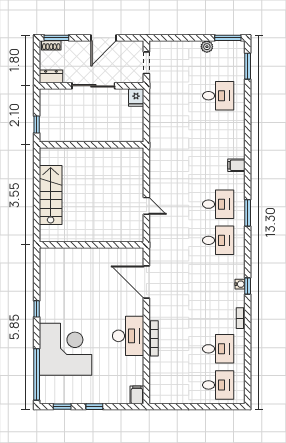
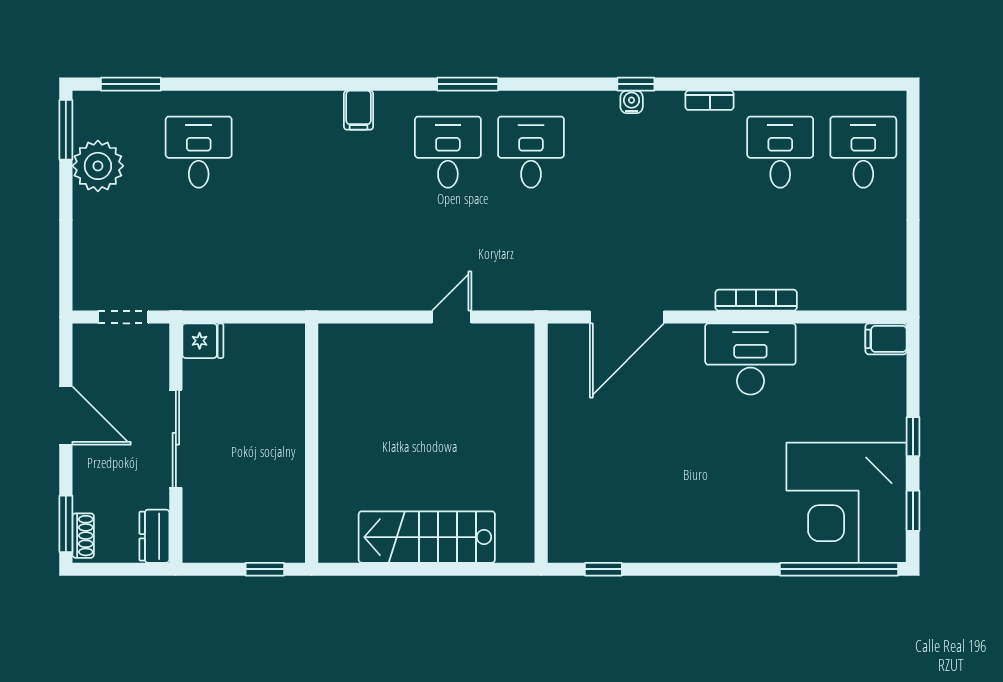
plant: (207, 47) -> (98, 166), width x1.87, depth x1.87
window: (37, 309) -> (603, 569), moved
corner desk: (66, 349) -> (847, 503), moved, turned -90

